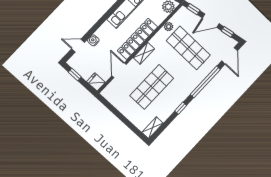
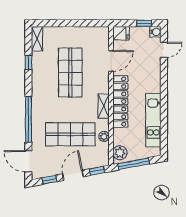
water cooler: (93, 40) -> (155, 32), moved
shelving: (144, 53) -> (104, 106), moved
door: (119, 70) -> (111, 61), hinge flipped
window: (181, 108) -> (28, 62), moved

